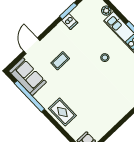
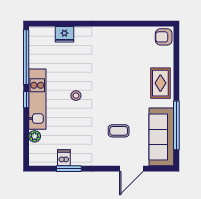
dishwasher: (70, 22) -> (64, 158), moved
sofa: (28, 77) -> (161, 137), width x1.36

